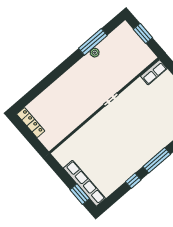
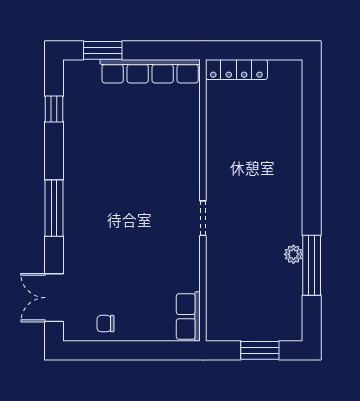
locker: (31, 123) -> (236, 70), moved
window: (133, 181) -> (54, 109), moved
row of seats: (84, 183) -> (150, 71), moved

